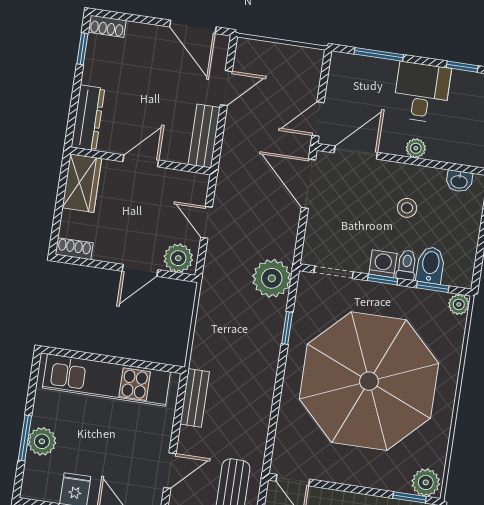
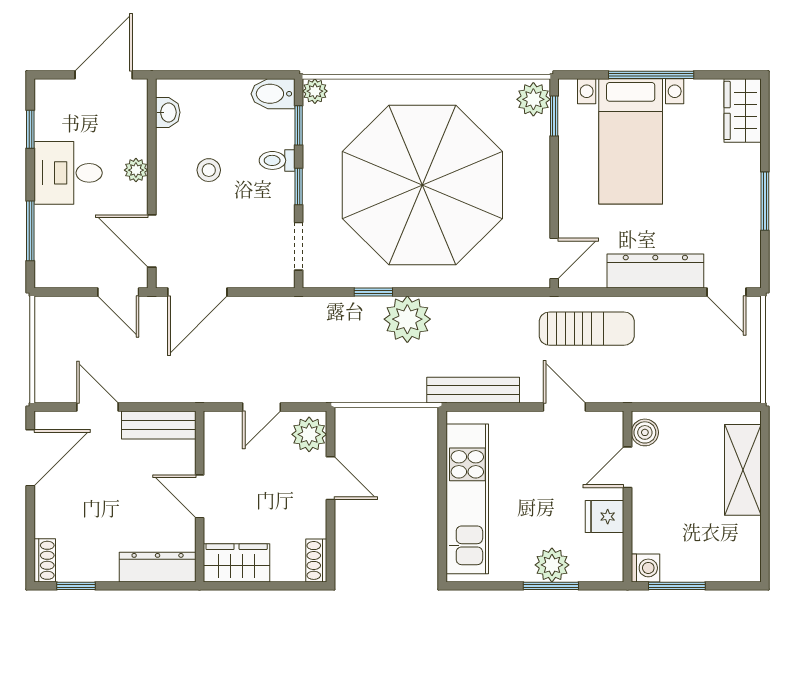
washing machine: (383, 264) -> (280, 189), removed
bidet: (430, 265) -> (273, 94), moved
plant: (272, 278) -> (407, 319), moved
bench: (195, 398) -> (473, 390), width x1.36

